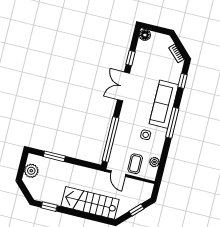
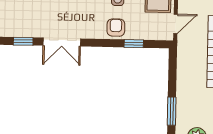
armchair: (125, 129) -> (116, 28), added
window: (110, 139) -> (134, 44), width x0.32

